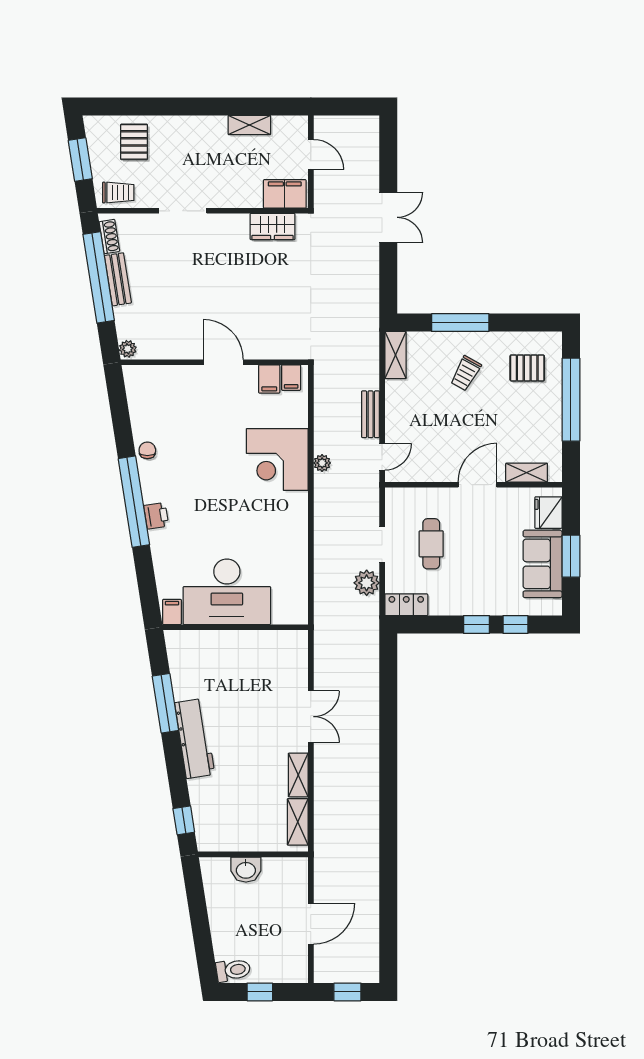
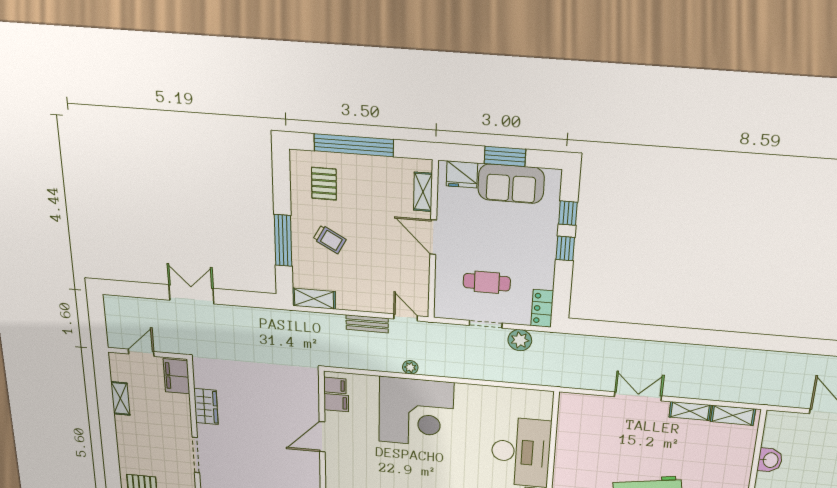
wardrobe: (272, 226) -> (206, 407), moved
corner desk: (277, 460) -> (416, 412), width x1.36, depth x1.36

